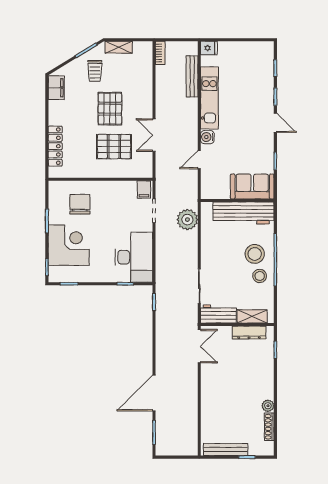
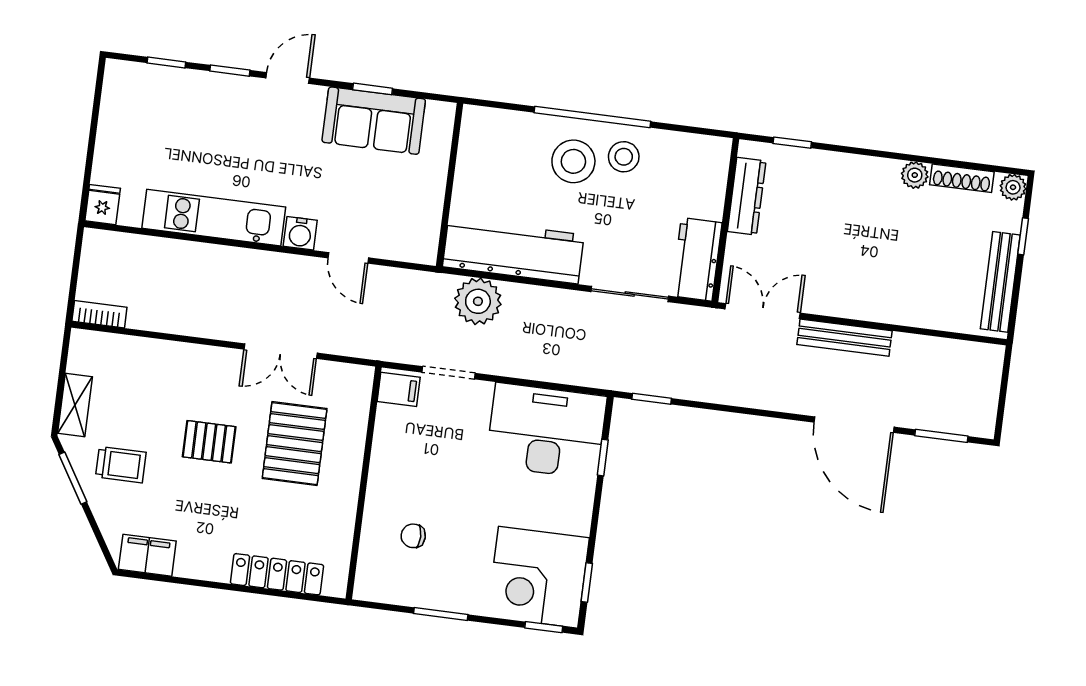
bench: (192, 76) -> (845, 338), moved
pallet: (110, 109) -> (209, 442), width x0.67, depth x0.71
sofa: (252, 186) -> (374, 121), moved, turned -90
chair: (80, 204) -> (413, 536), width x0.54, depth x0.54
workbench: (243, 213) -> (513, 251), moved, turned -90
corner desk: (69, 245) -> (538, 577), moved, turned -90
shelving: (252, 316) -> (712, 185), removed
plant: (268, 450) -> (1013, 187), added

